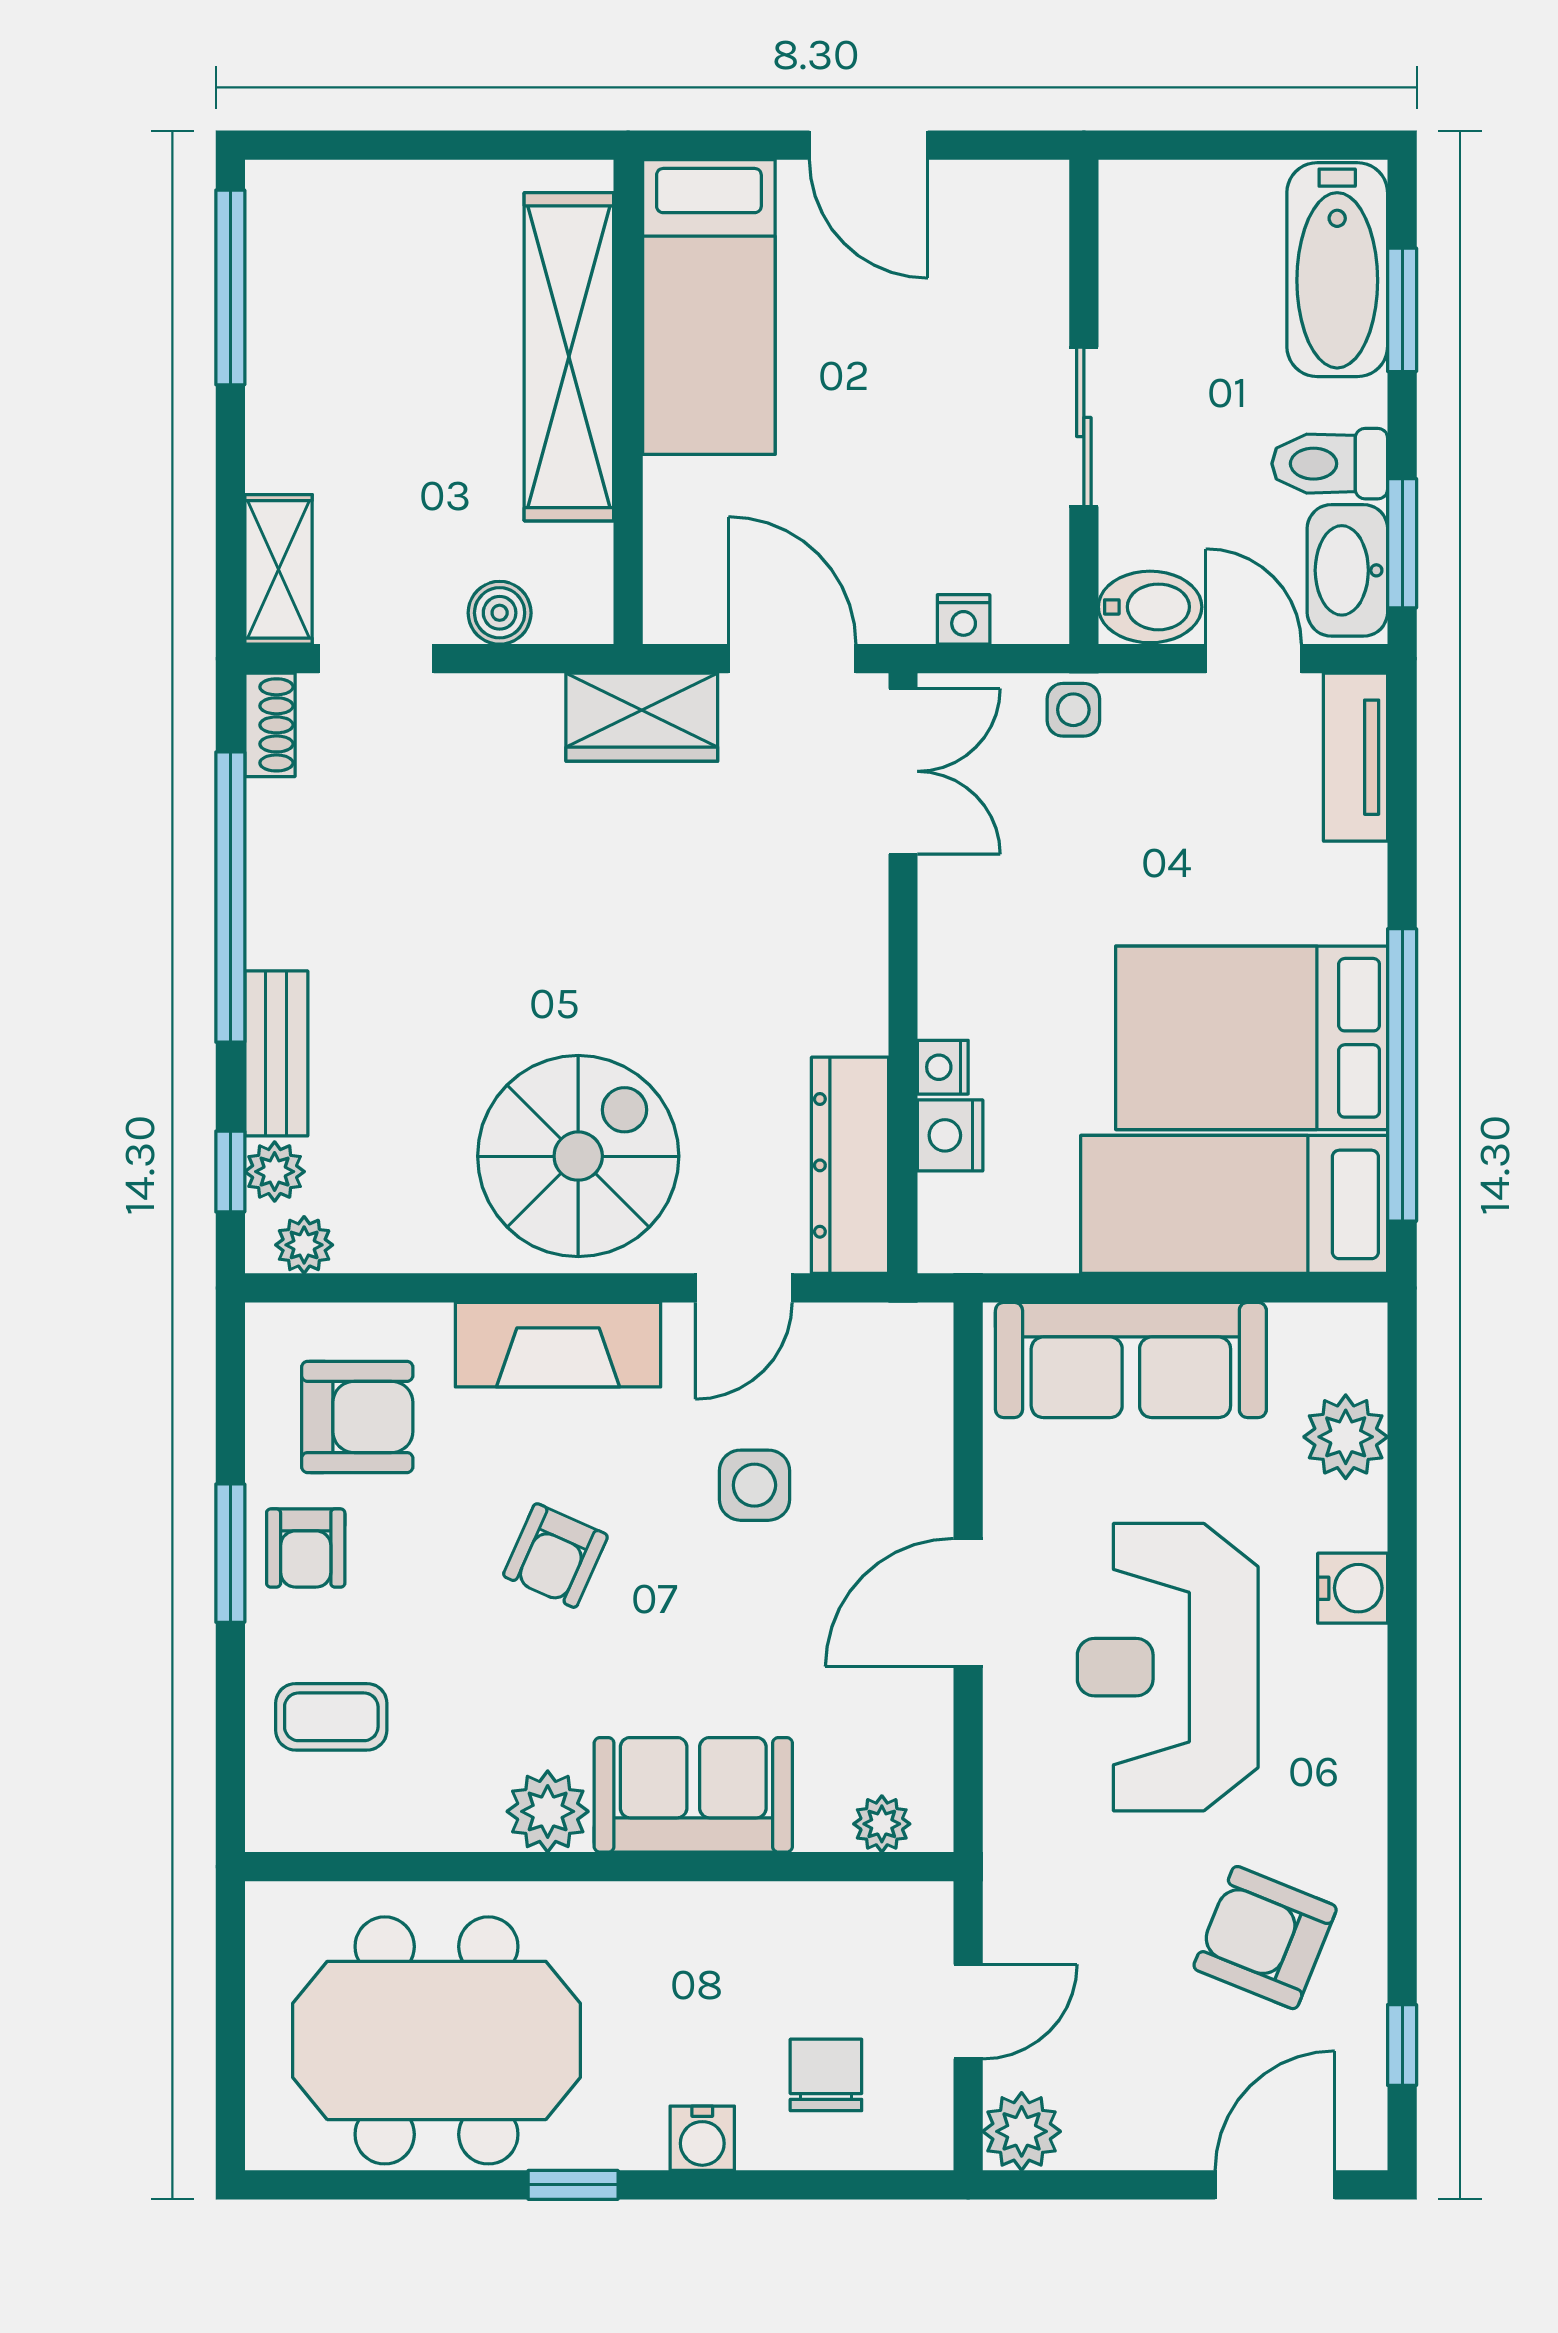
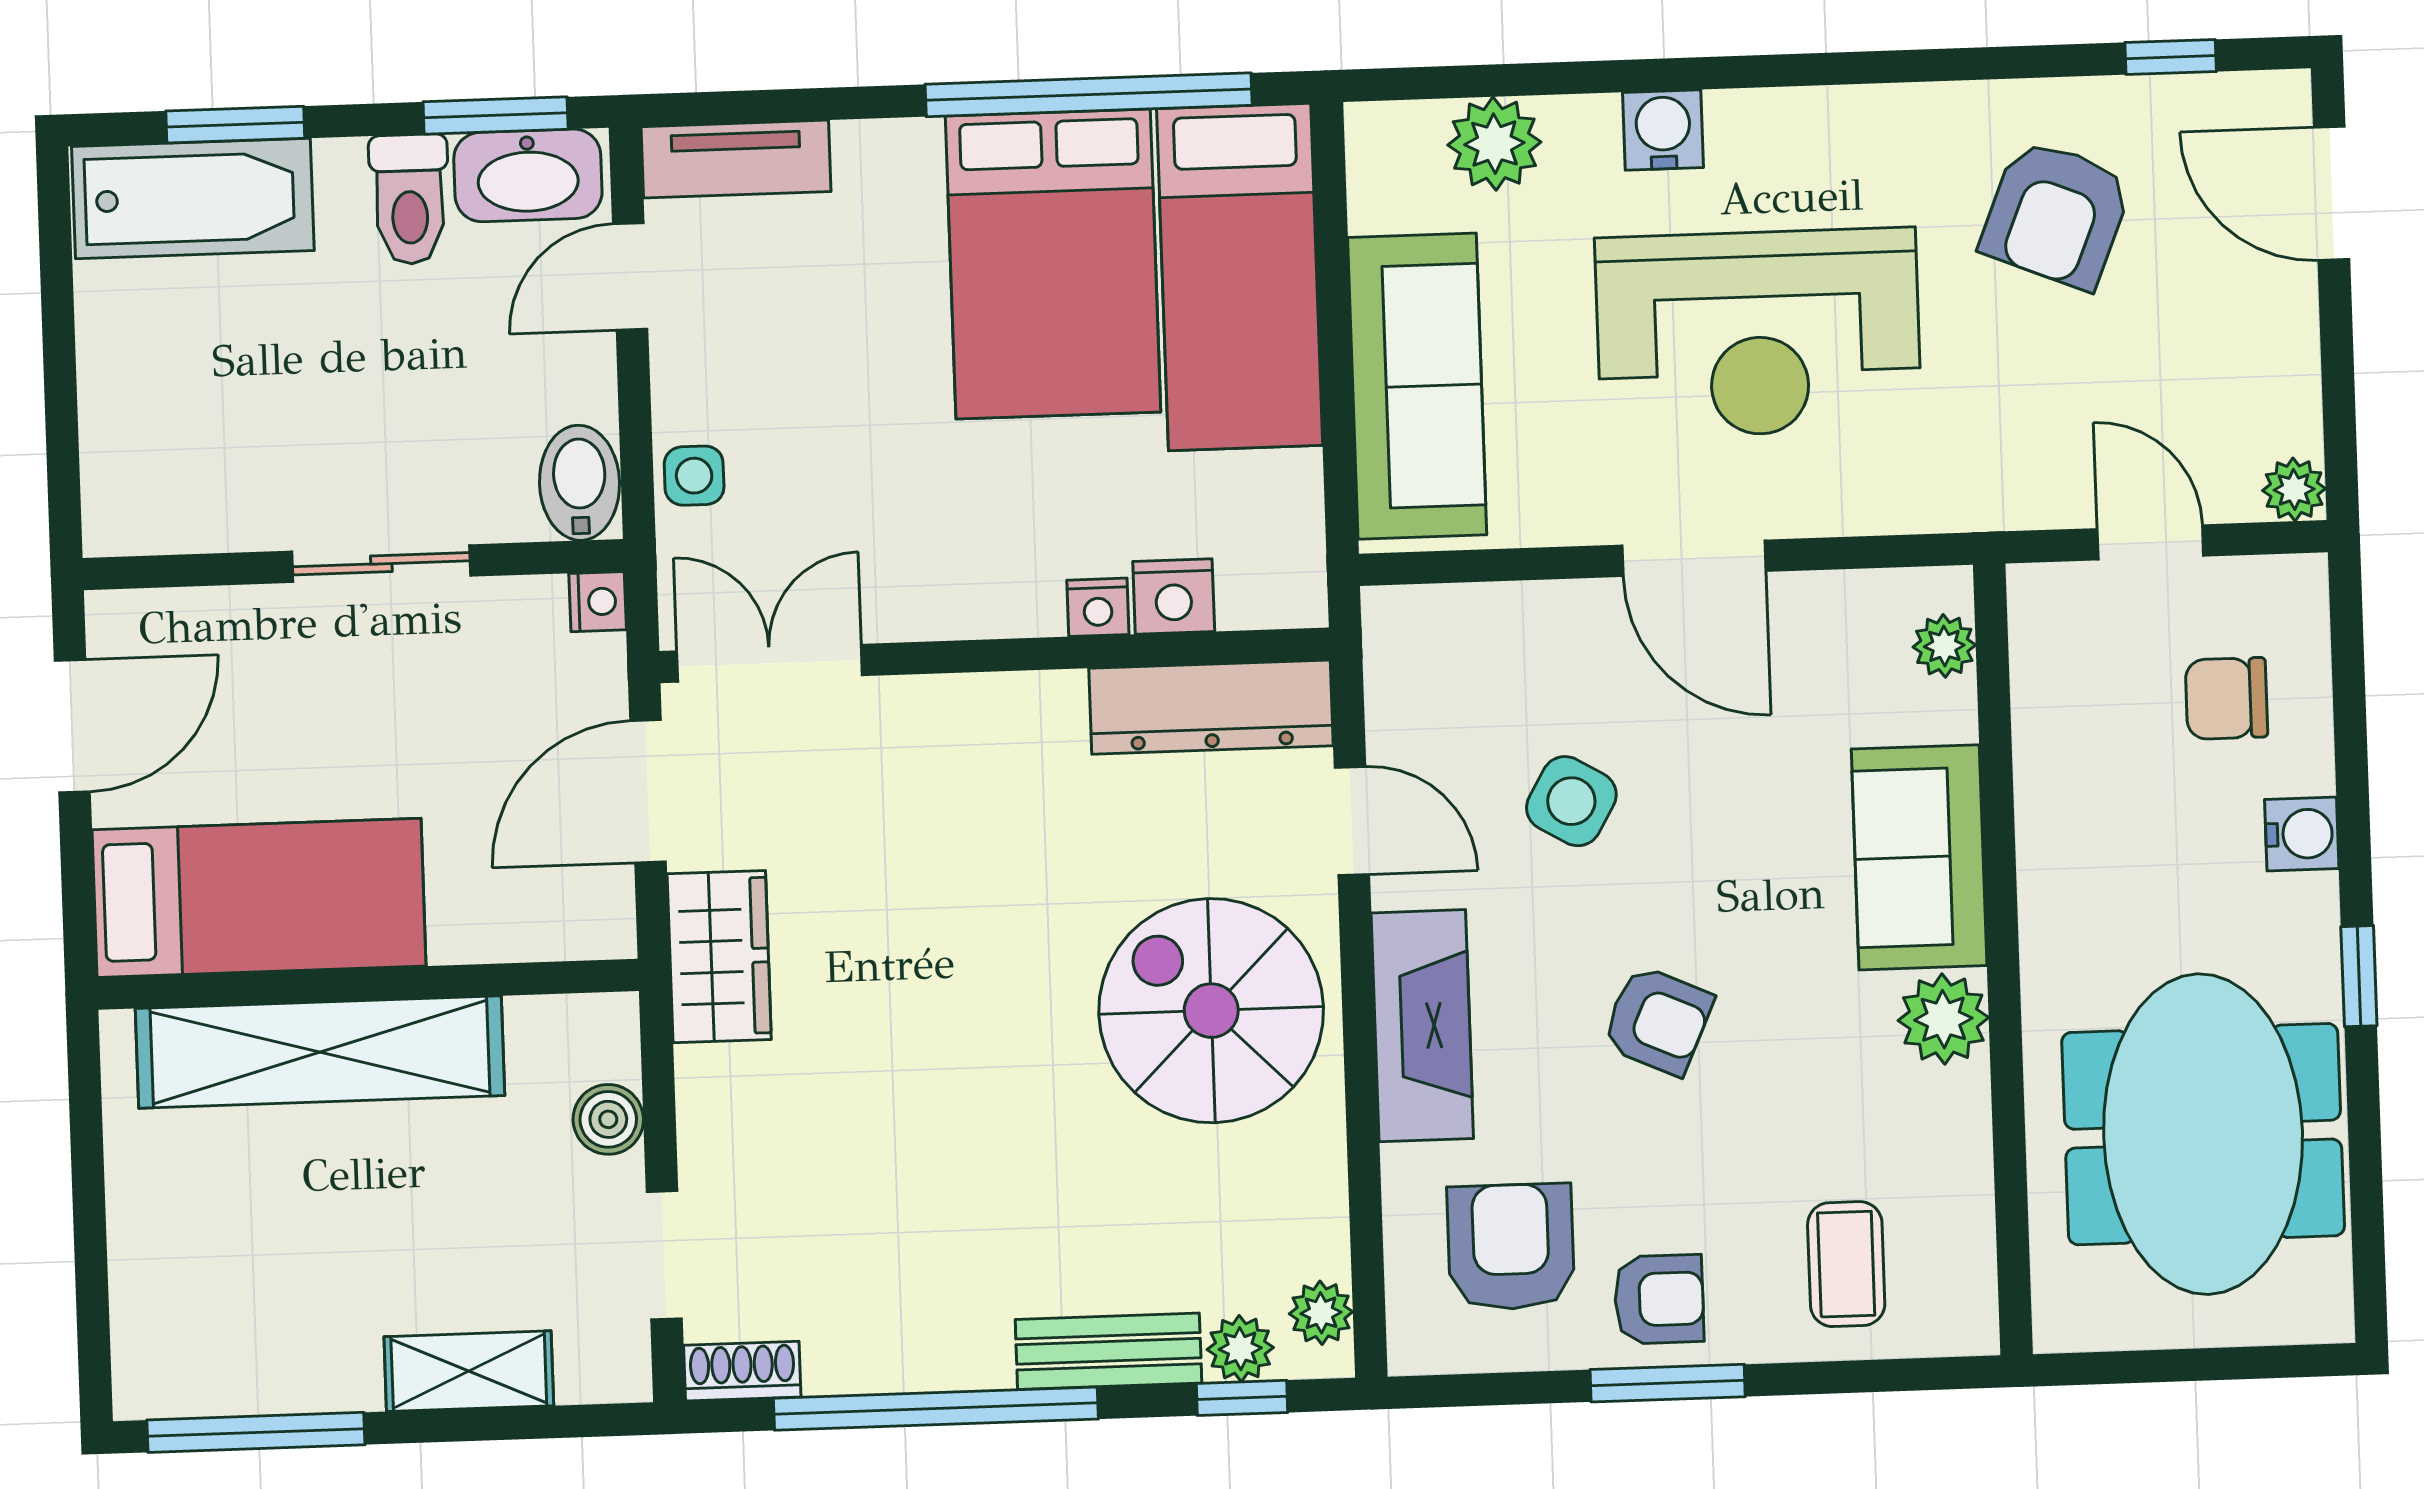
wall: (1084, 402) -> (353, 565), moved
sliding door: (1084, 427) -> (381, 564), moved
shelving: (278, 569) -> (469, 1371), moved
bidet: (1150, 607) -> (580, 483), moved
side table: (754, 1485) -> (1571, 801), turned 30
plant: (1022, 2131) -> (2294, 489), width x0.73, depth x0.73

